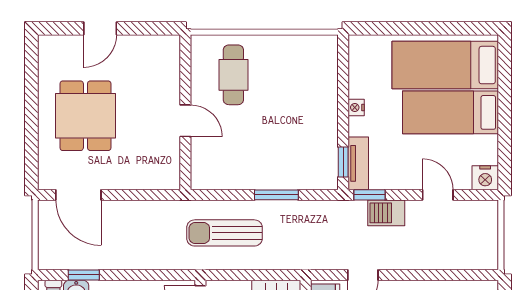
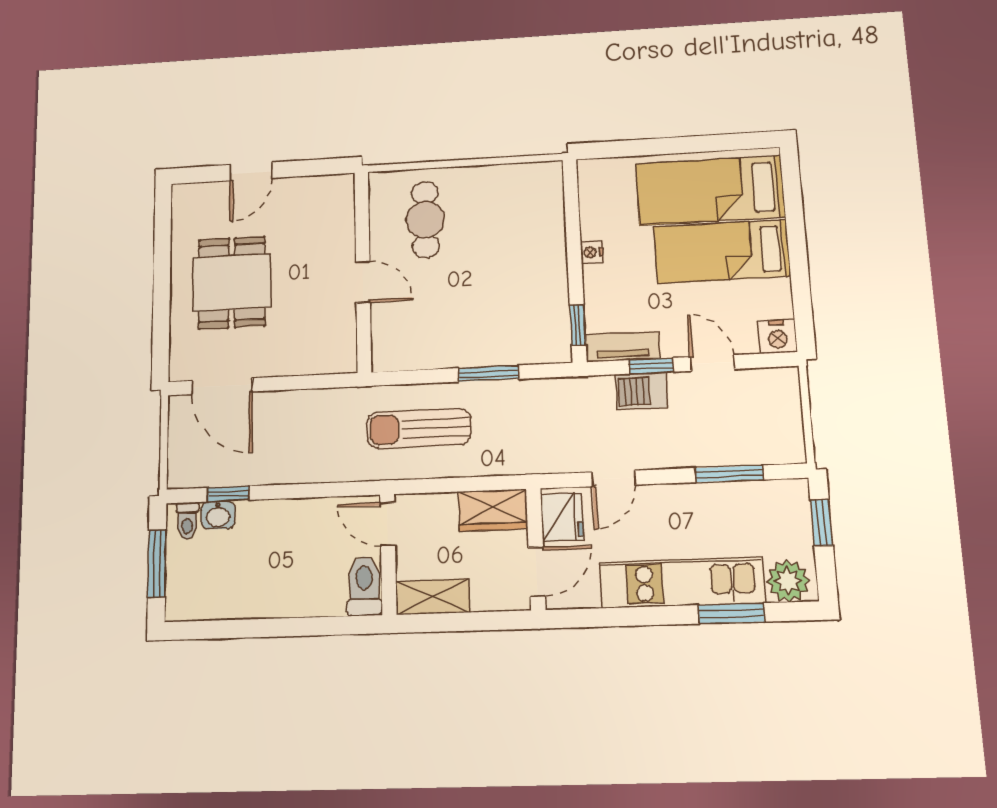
tv unit: (358, 163) -> (623, 347), moved, turned -90
window: (369, 195) -> (651, 366), moved
window: (444, 275) -> (729, 474), added

